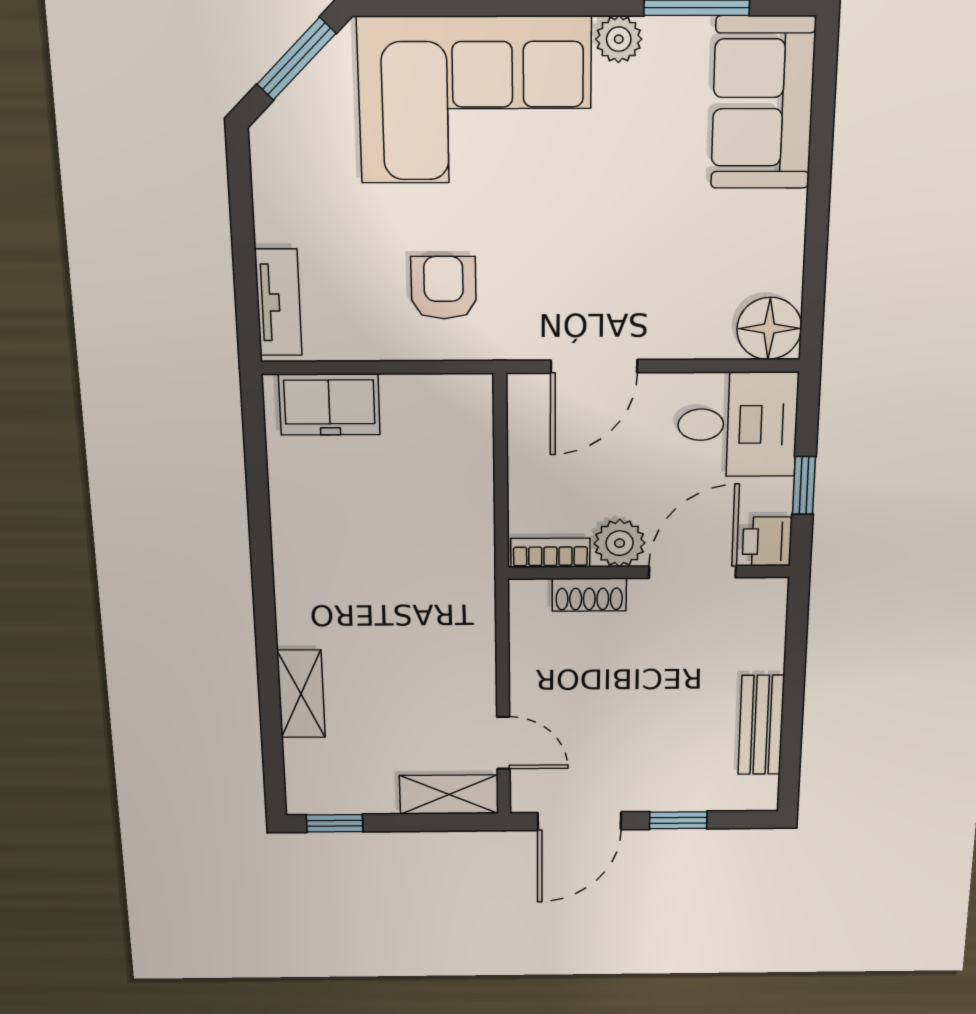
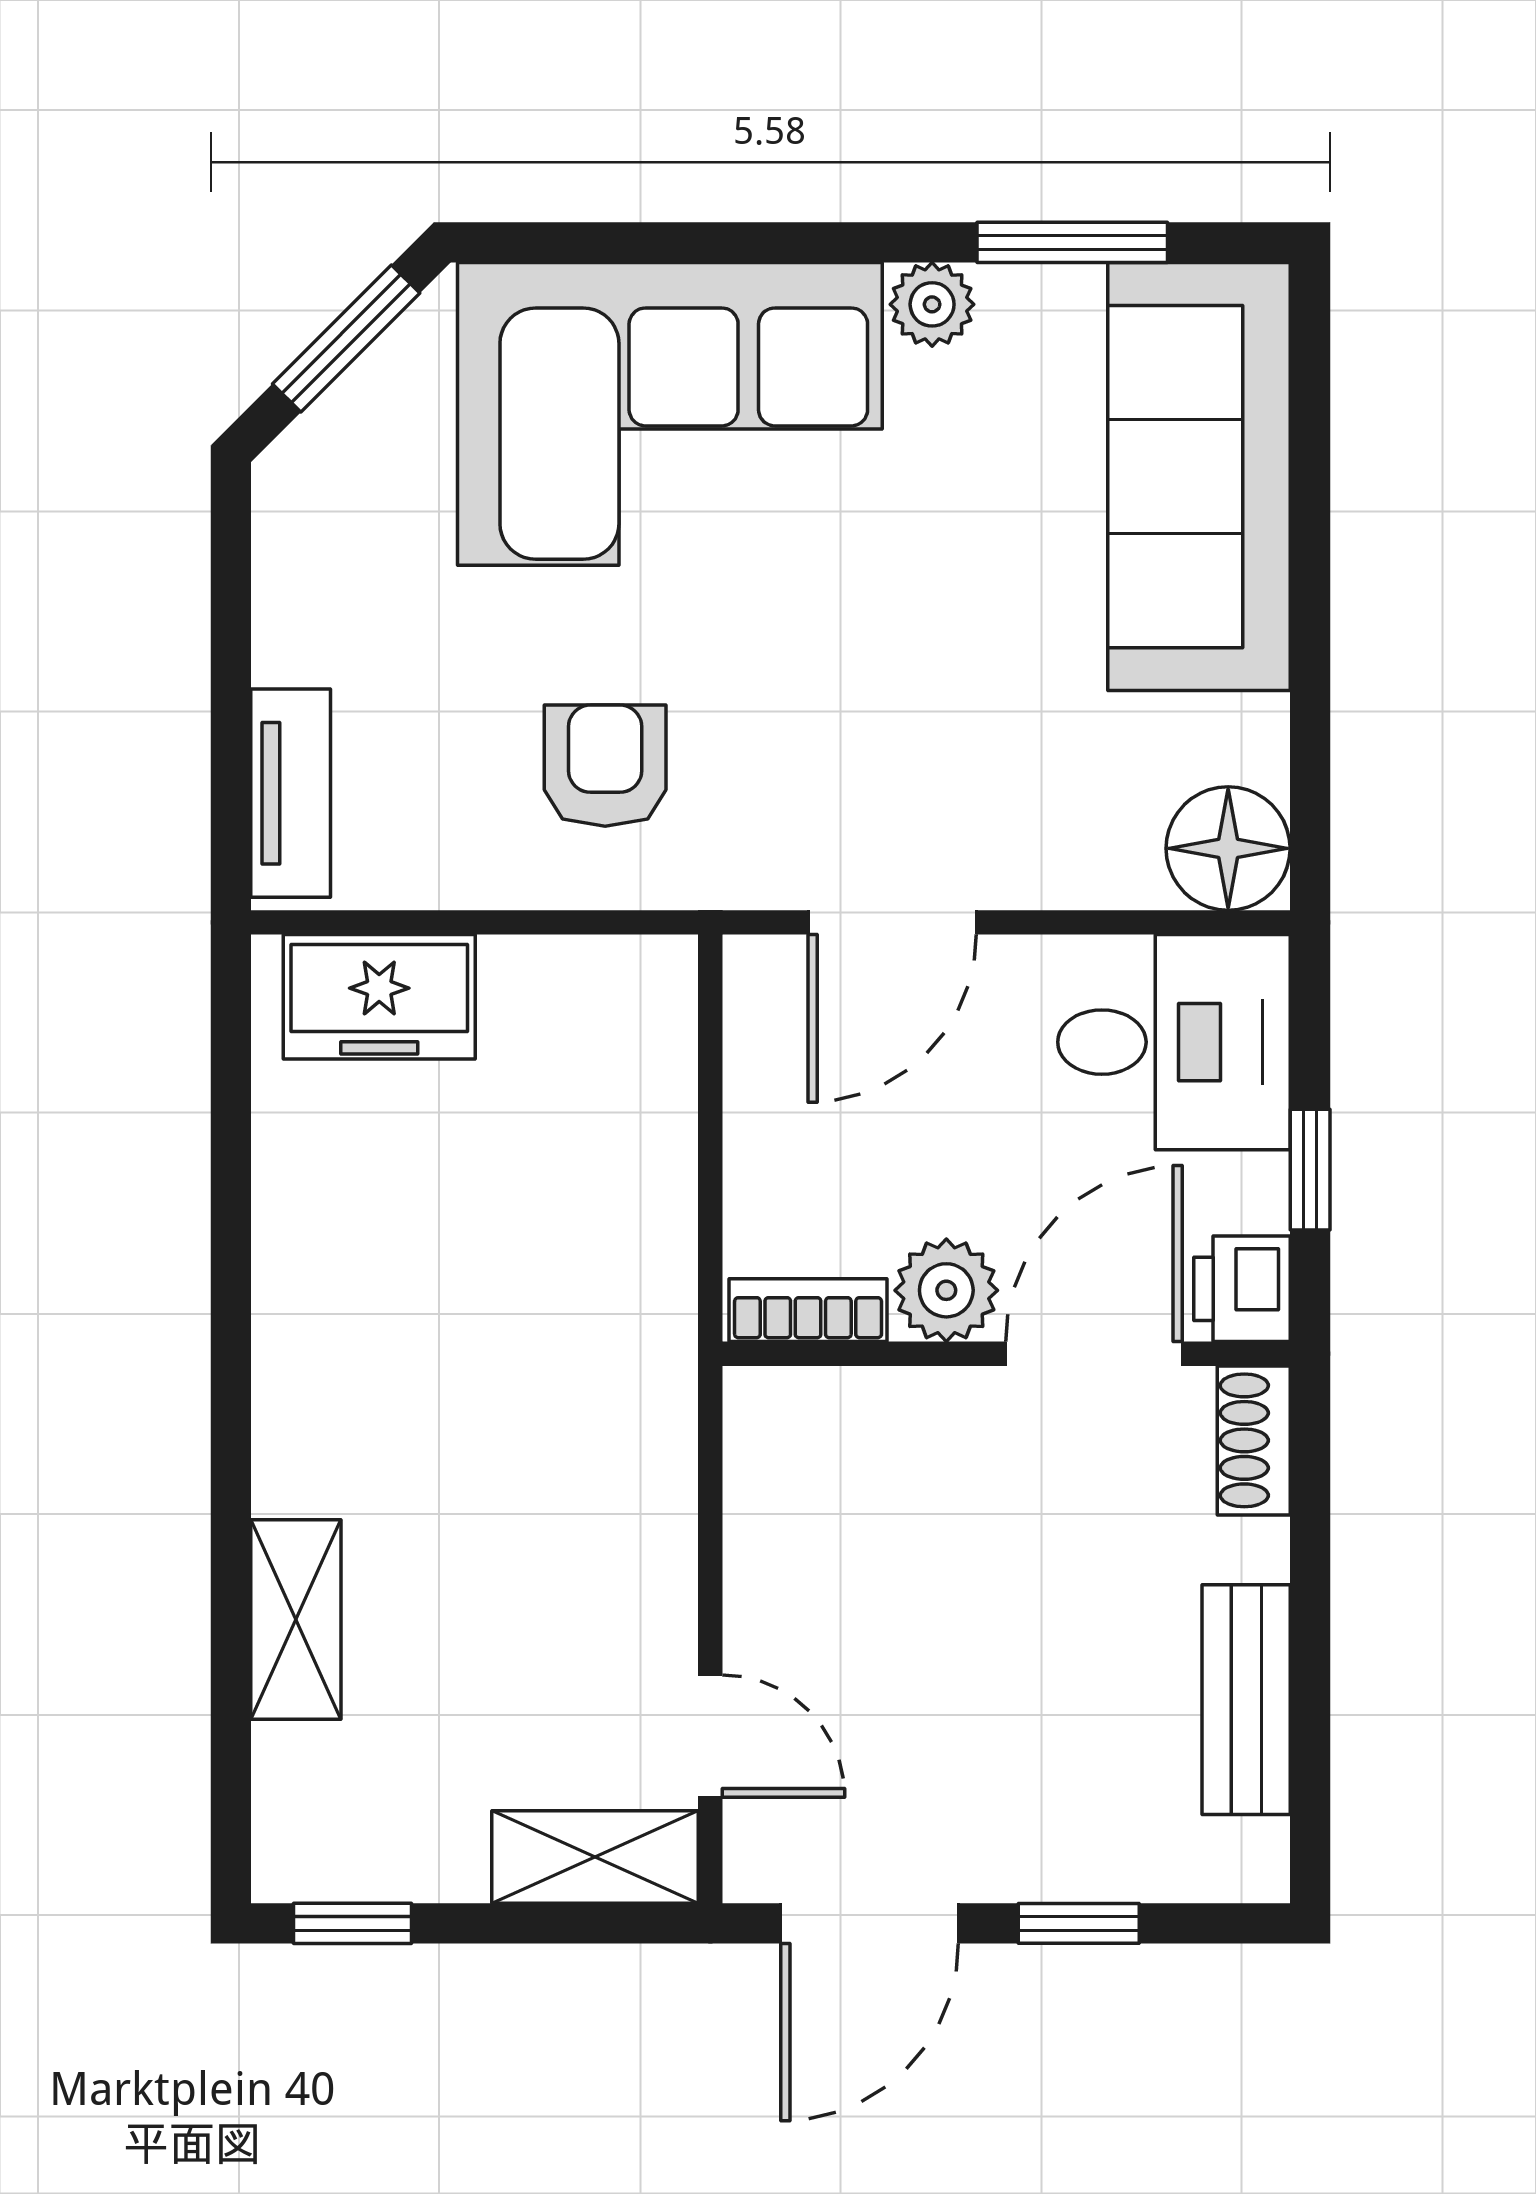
sofa: (763, 103) -> (1199, 477), width x1.36
shoe rack: (589, 595) -> (1254, 1440), moved, turned 90

